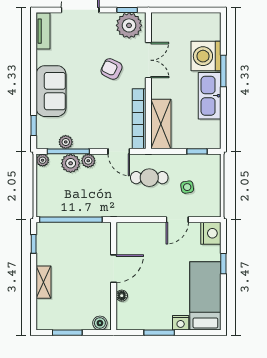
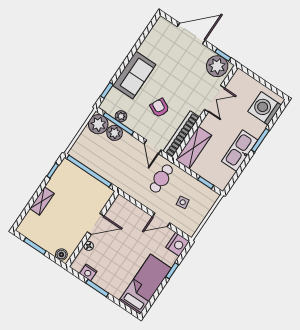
tv unit: (43, 31) -> (156, 31), removed
washing machine: (206, 56) -> (265, 108), moved
armchair: (111, 69) -> (160, 108), moved
plant: (43, 160) -> (98, 124), width x1.88, depth x1.88
plant: (88, 161) -> (128, 139), removed
cafe table: (149, 178) -> (161, 179), turned 90
nightstand: (181, 323) -> (88, 272), moved

